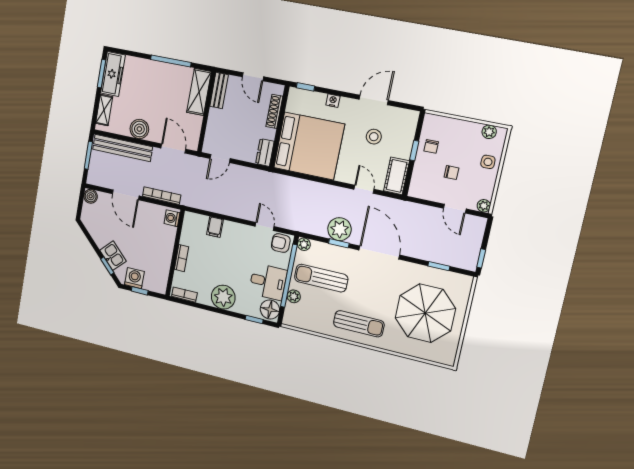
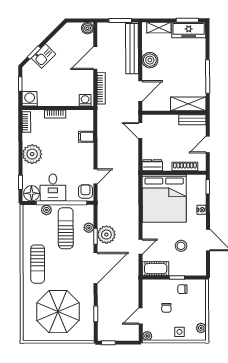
plant: (304, 244) -> (89, 228), moved
washing machine: (134, 278) -> (30, 99), moved, turned -90

